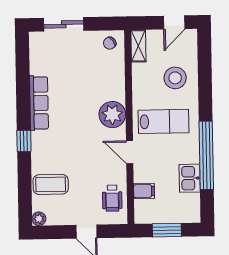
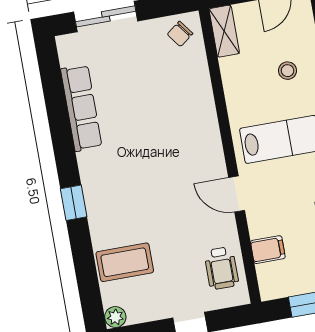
stool: (175, 78) -> (288, 71), width x0.53, depth x0.53
row of seats: (39, 103) -> (81, 108), moved
plant: (112, 115) -> (201, 141), removed

